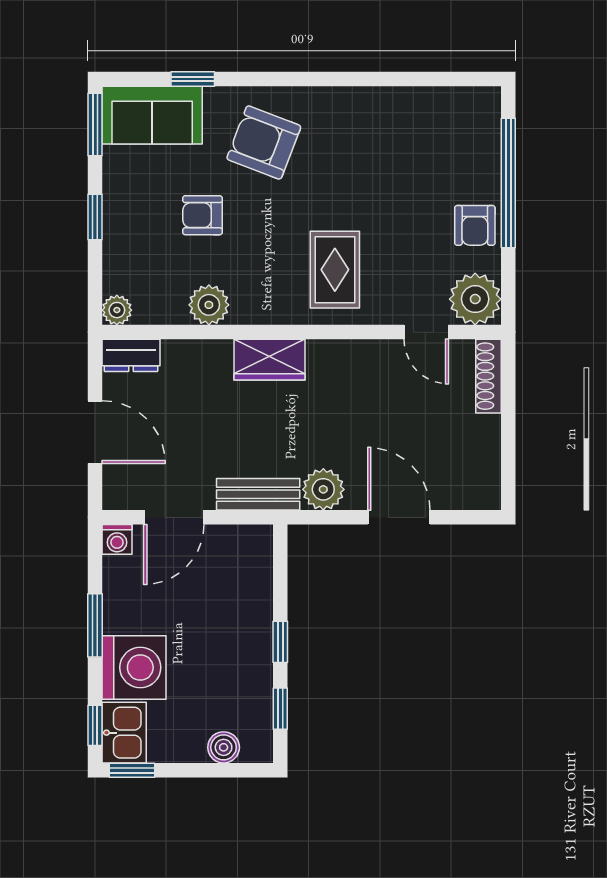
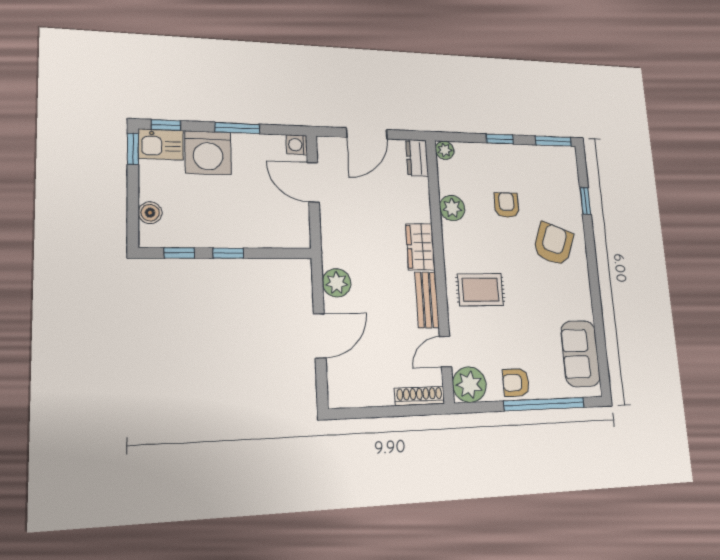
sofa: (152, 115) -> (581, 354), moved
bench: (258, 494) -> (427, 300), moved

